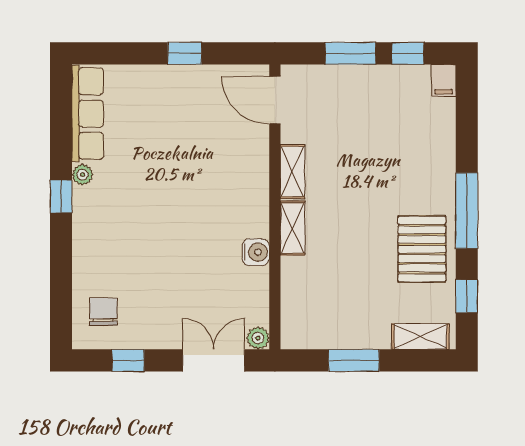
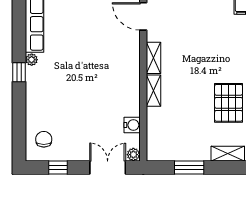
water cooler: (256, 252) -> (132, 125), moved

